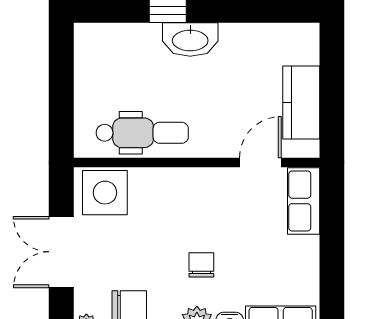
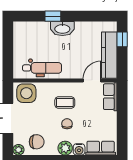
window: (332, 65) -> (122, 39), added
kitchen counter: (301, 102) -> (109, 55), width x1.50
coffee table: (196, 215) -> (65, 102), added

